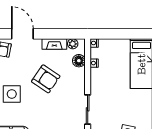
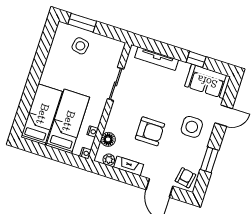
bed: (118, 65) -> (68, 121), added
armchair: (46, 79) -> (150, 131), turned 146

